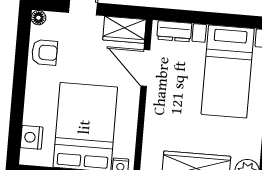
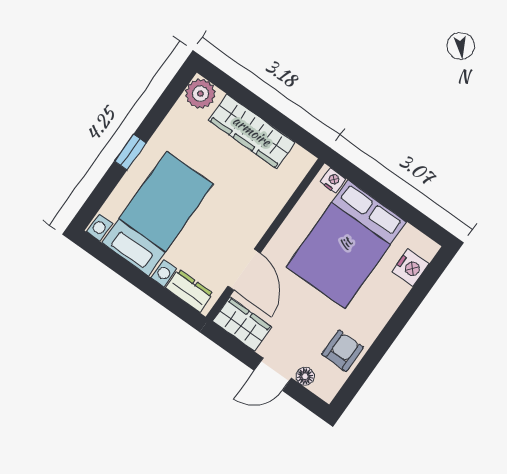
floor lamp: (38, 18) -> (305, 376), moved
armchair: (45, 52) -> (343, 351), turned 90

